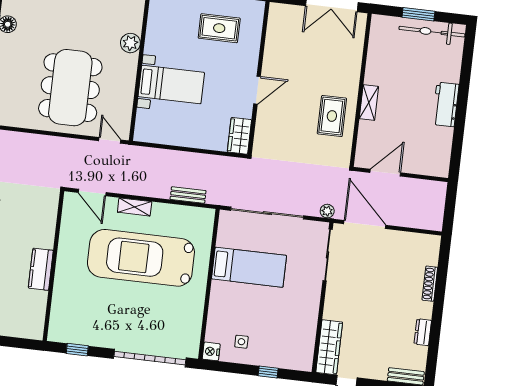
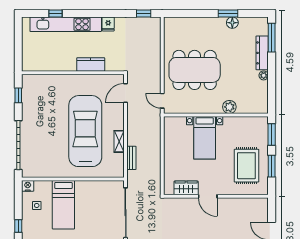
rug: (219, 28) -> (246, 166), width x1.36, depth x1.43
wardrobe: (239, 136) -> (186, 188), moved
door: (110, 140) -> (162, 101), swing flipped
shelving: (135, 207) -> (119, 141), moved
bed: (249, 267) -> (63, 205), moved
kitchen counter: (41, 269) -> (91, 64), moved

